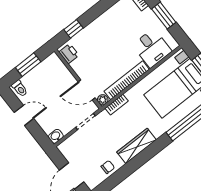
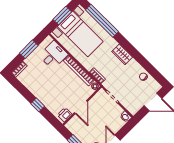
window: (74, 29) -> (38, 105), moved
door: (87, 90) -> (81, 107), moved
wardrobe: (137, 146) -> (122, 54), width x0.67

